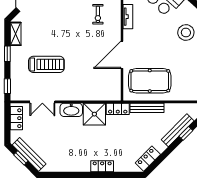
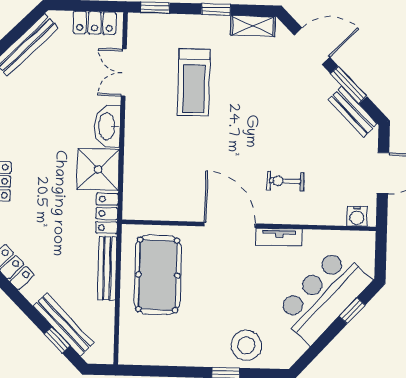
door: (122, 55) -> (230, 225), moved
window: (21, 158) -> (20, 29), removed

